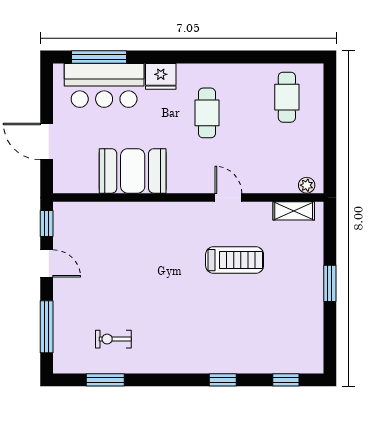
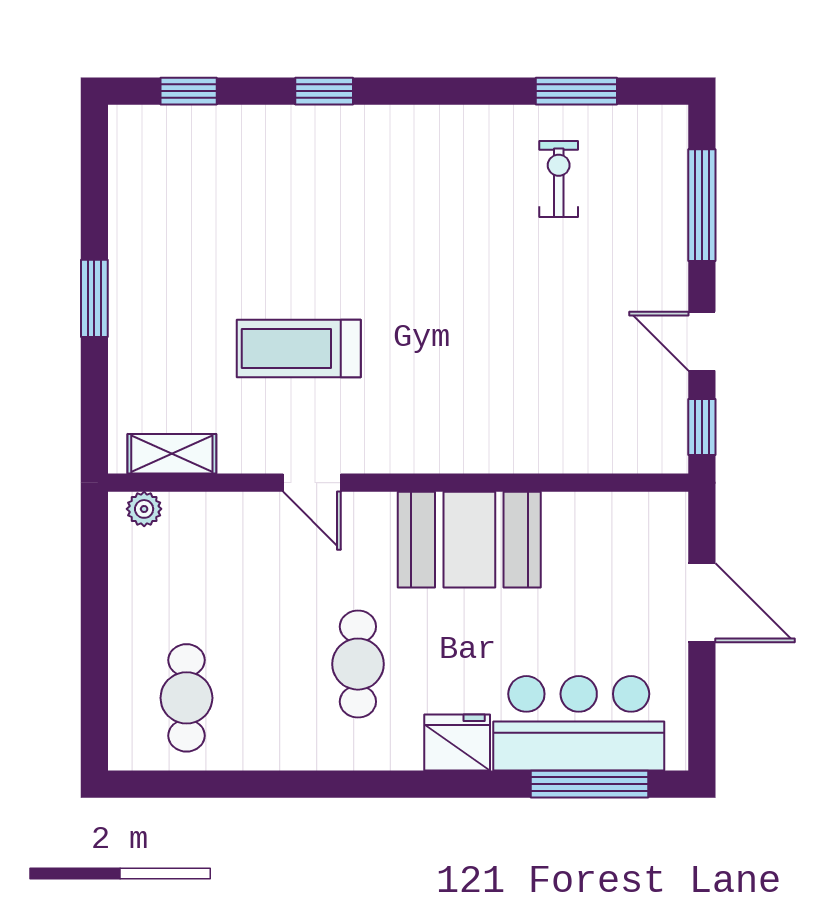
booth: (133, 171) -> (469, 540), moved
exercise bike: (113, 339) -> (559, 179), turned -90

